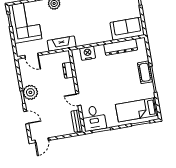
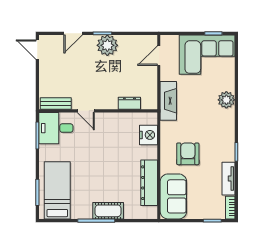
armchair: (96, 24) -> (188, 154), added
door: (78, 100) -> (86, 111), swing flipped

